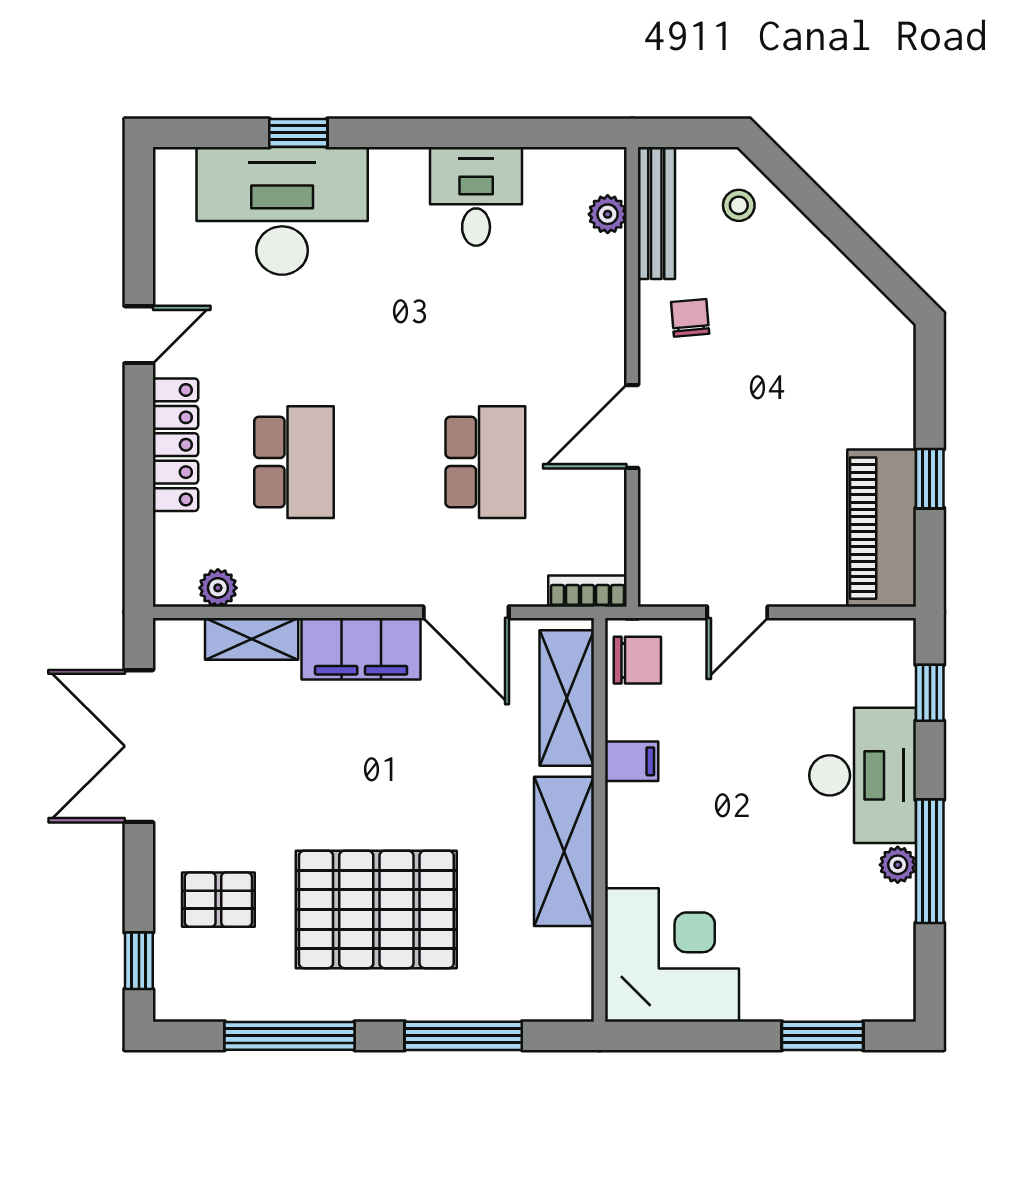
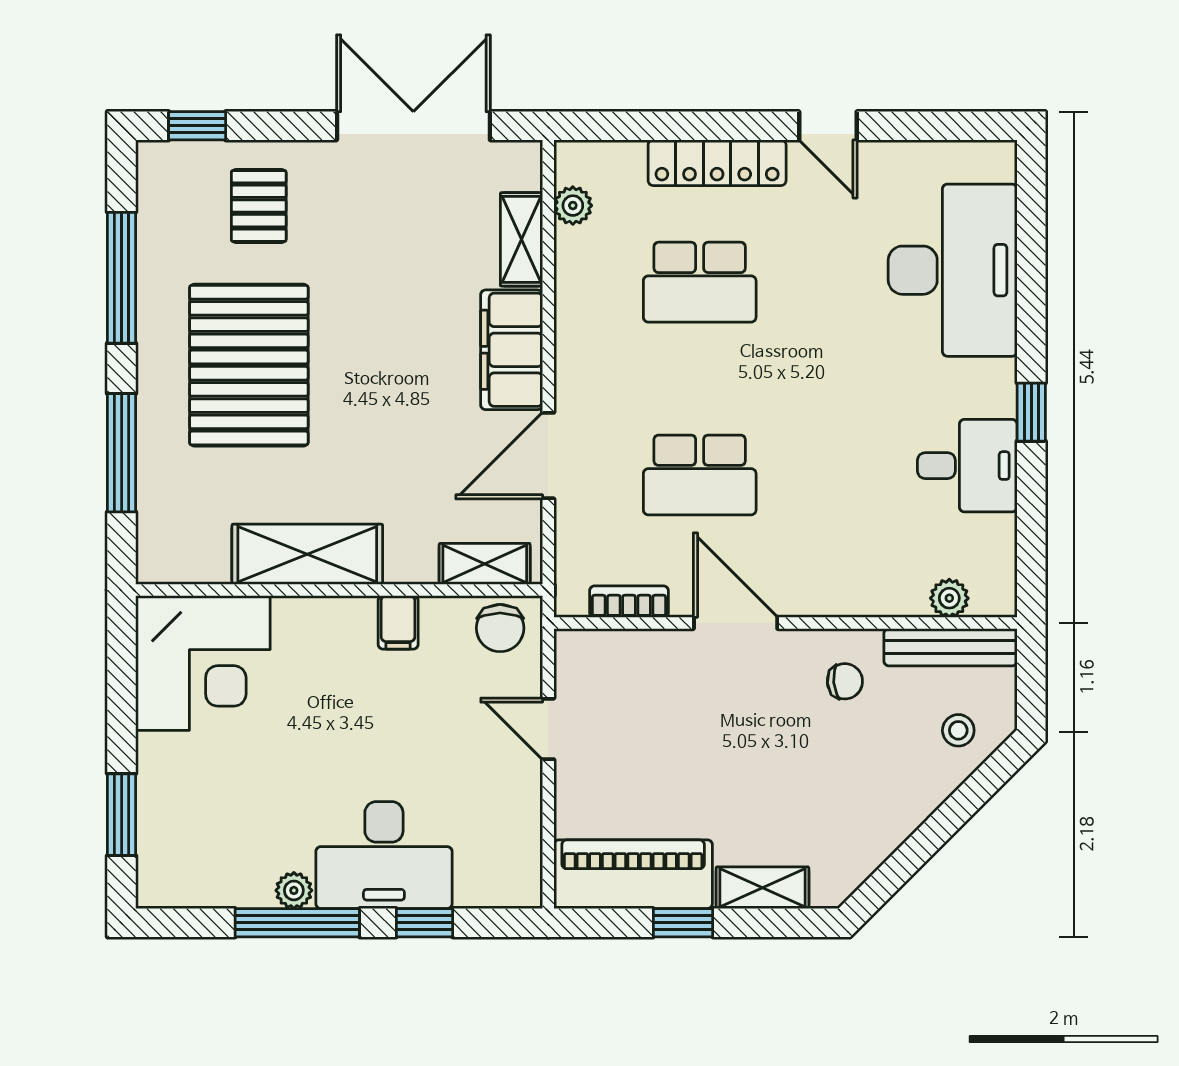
window: (298, 133) -> (1031, 412), moved
shelving: (895, 400) -> (762, 888), added
bookcase: (587, 591) -> (629, 602), moved, turned -90
window: (930, 693) -> (424, 923), moved
shelving: (567, 698) -> (485, 564), width x0.67, depth x0.75

